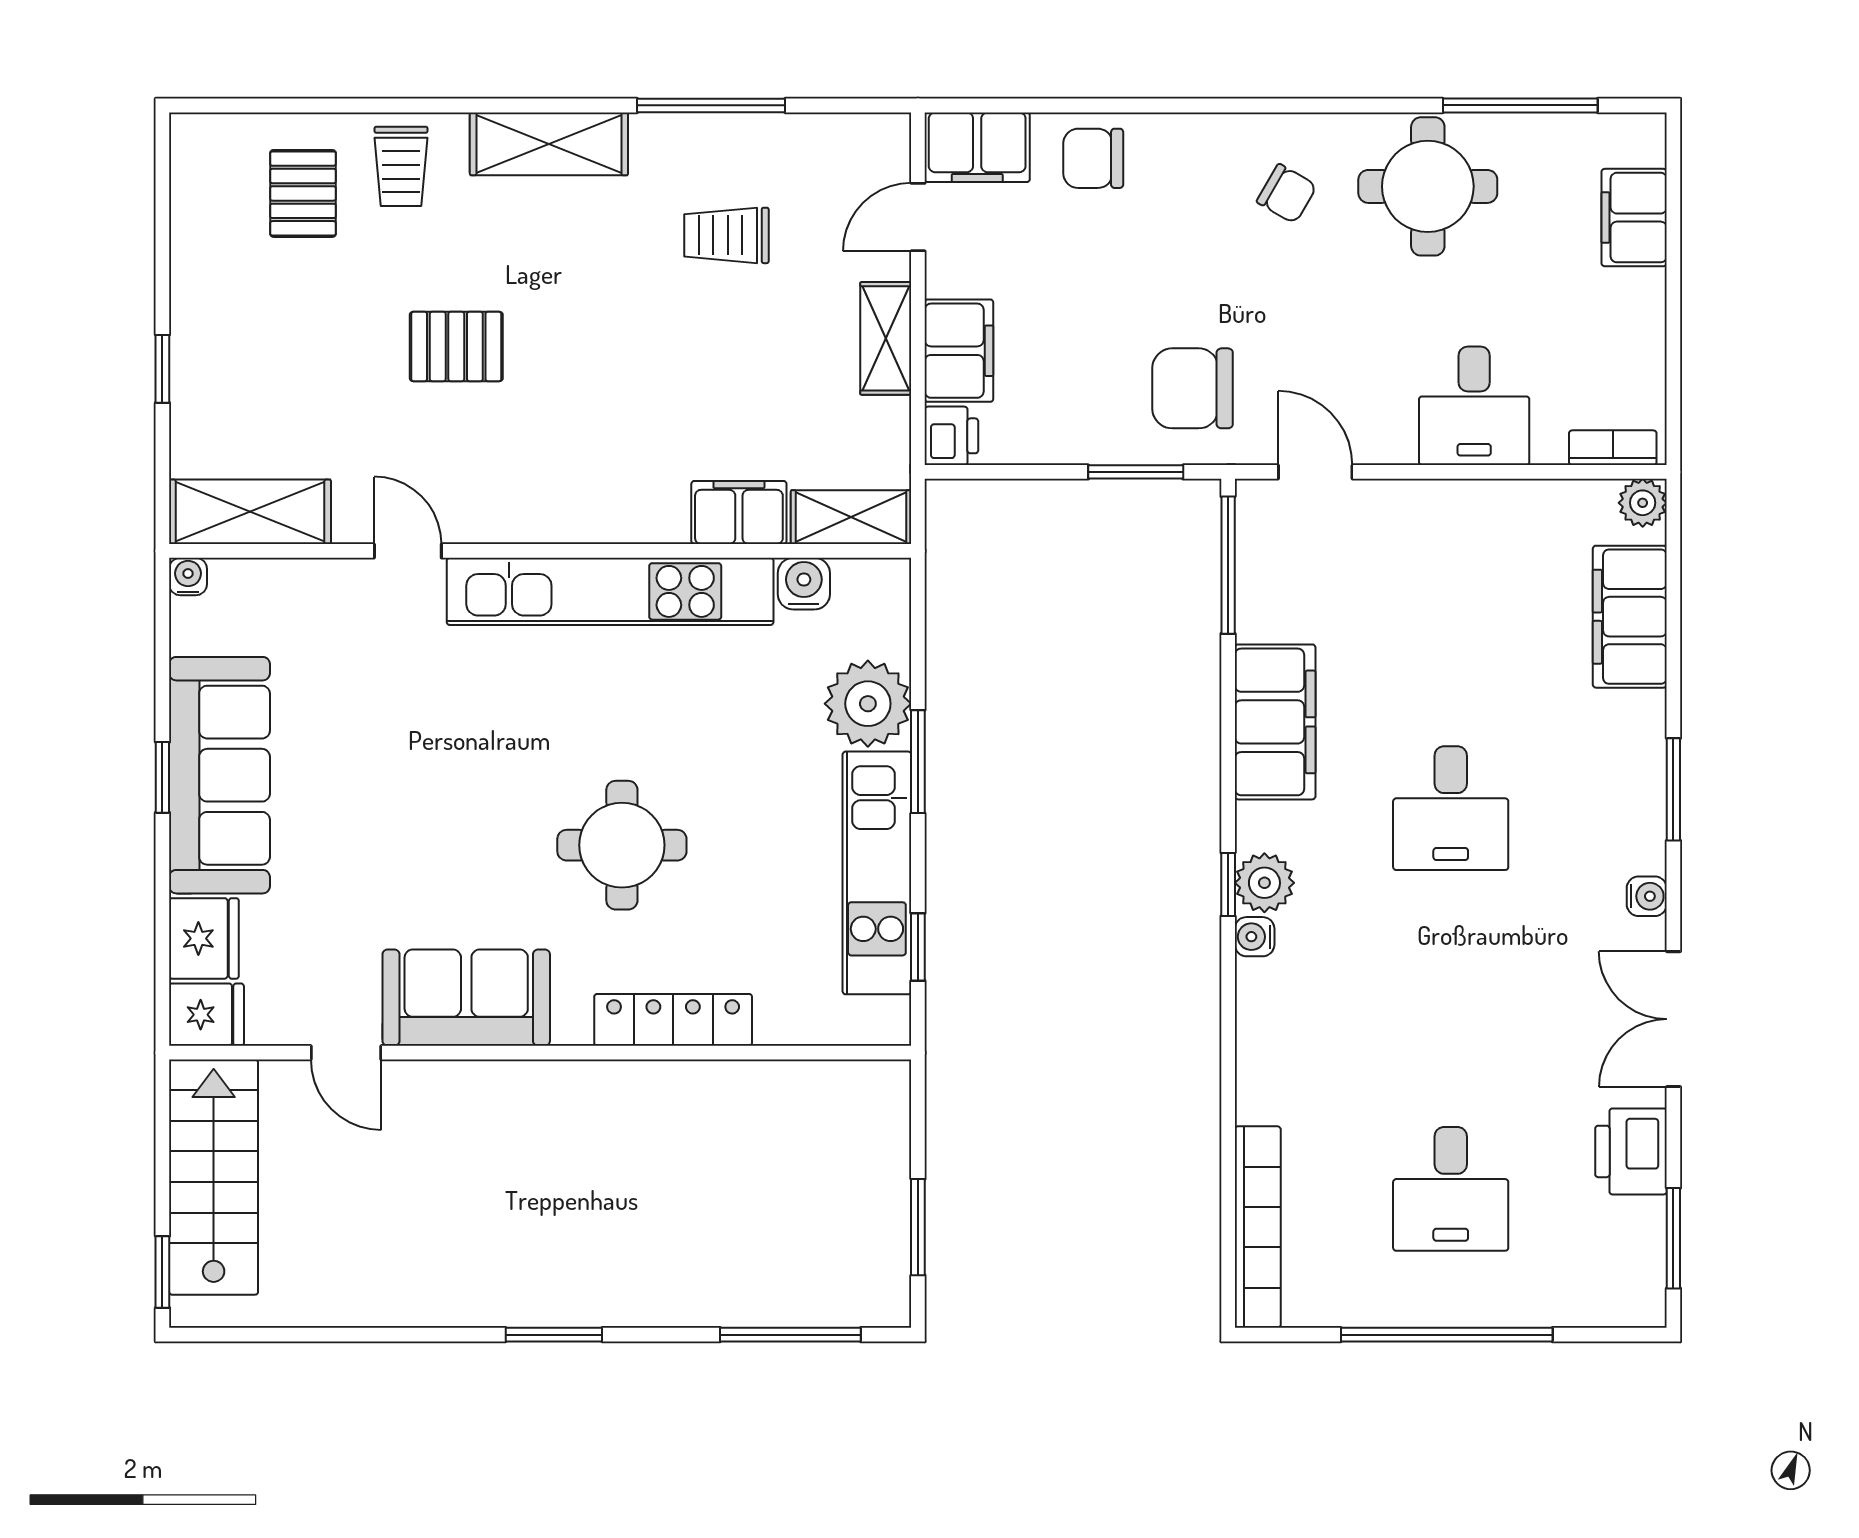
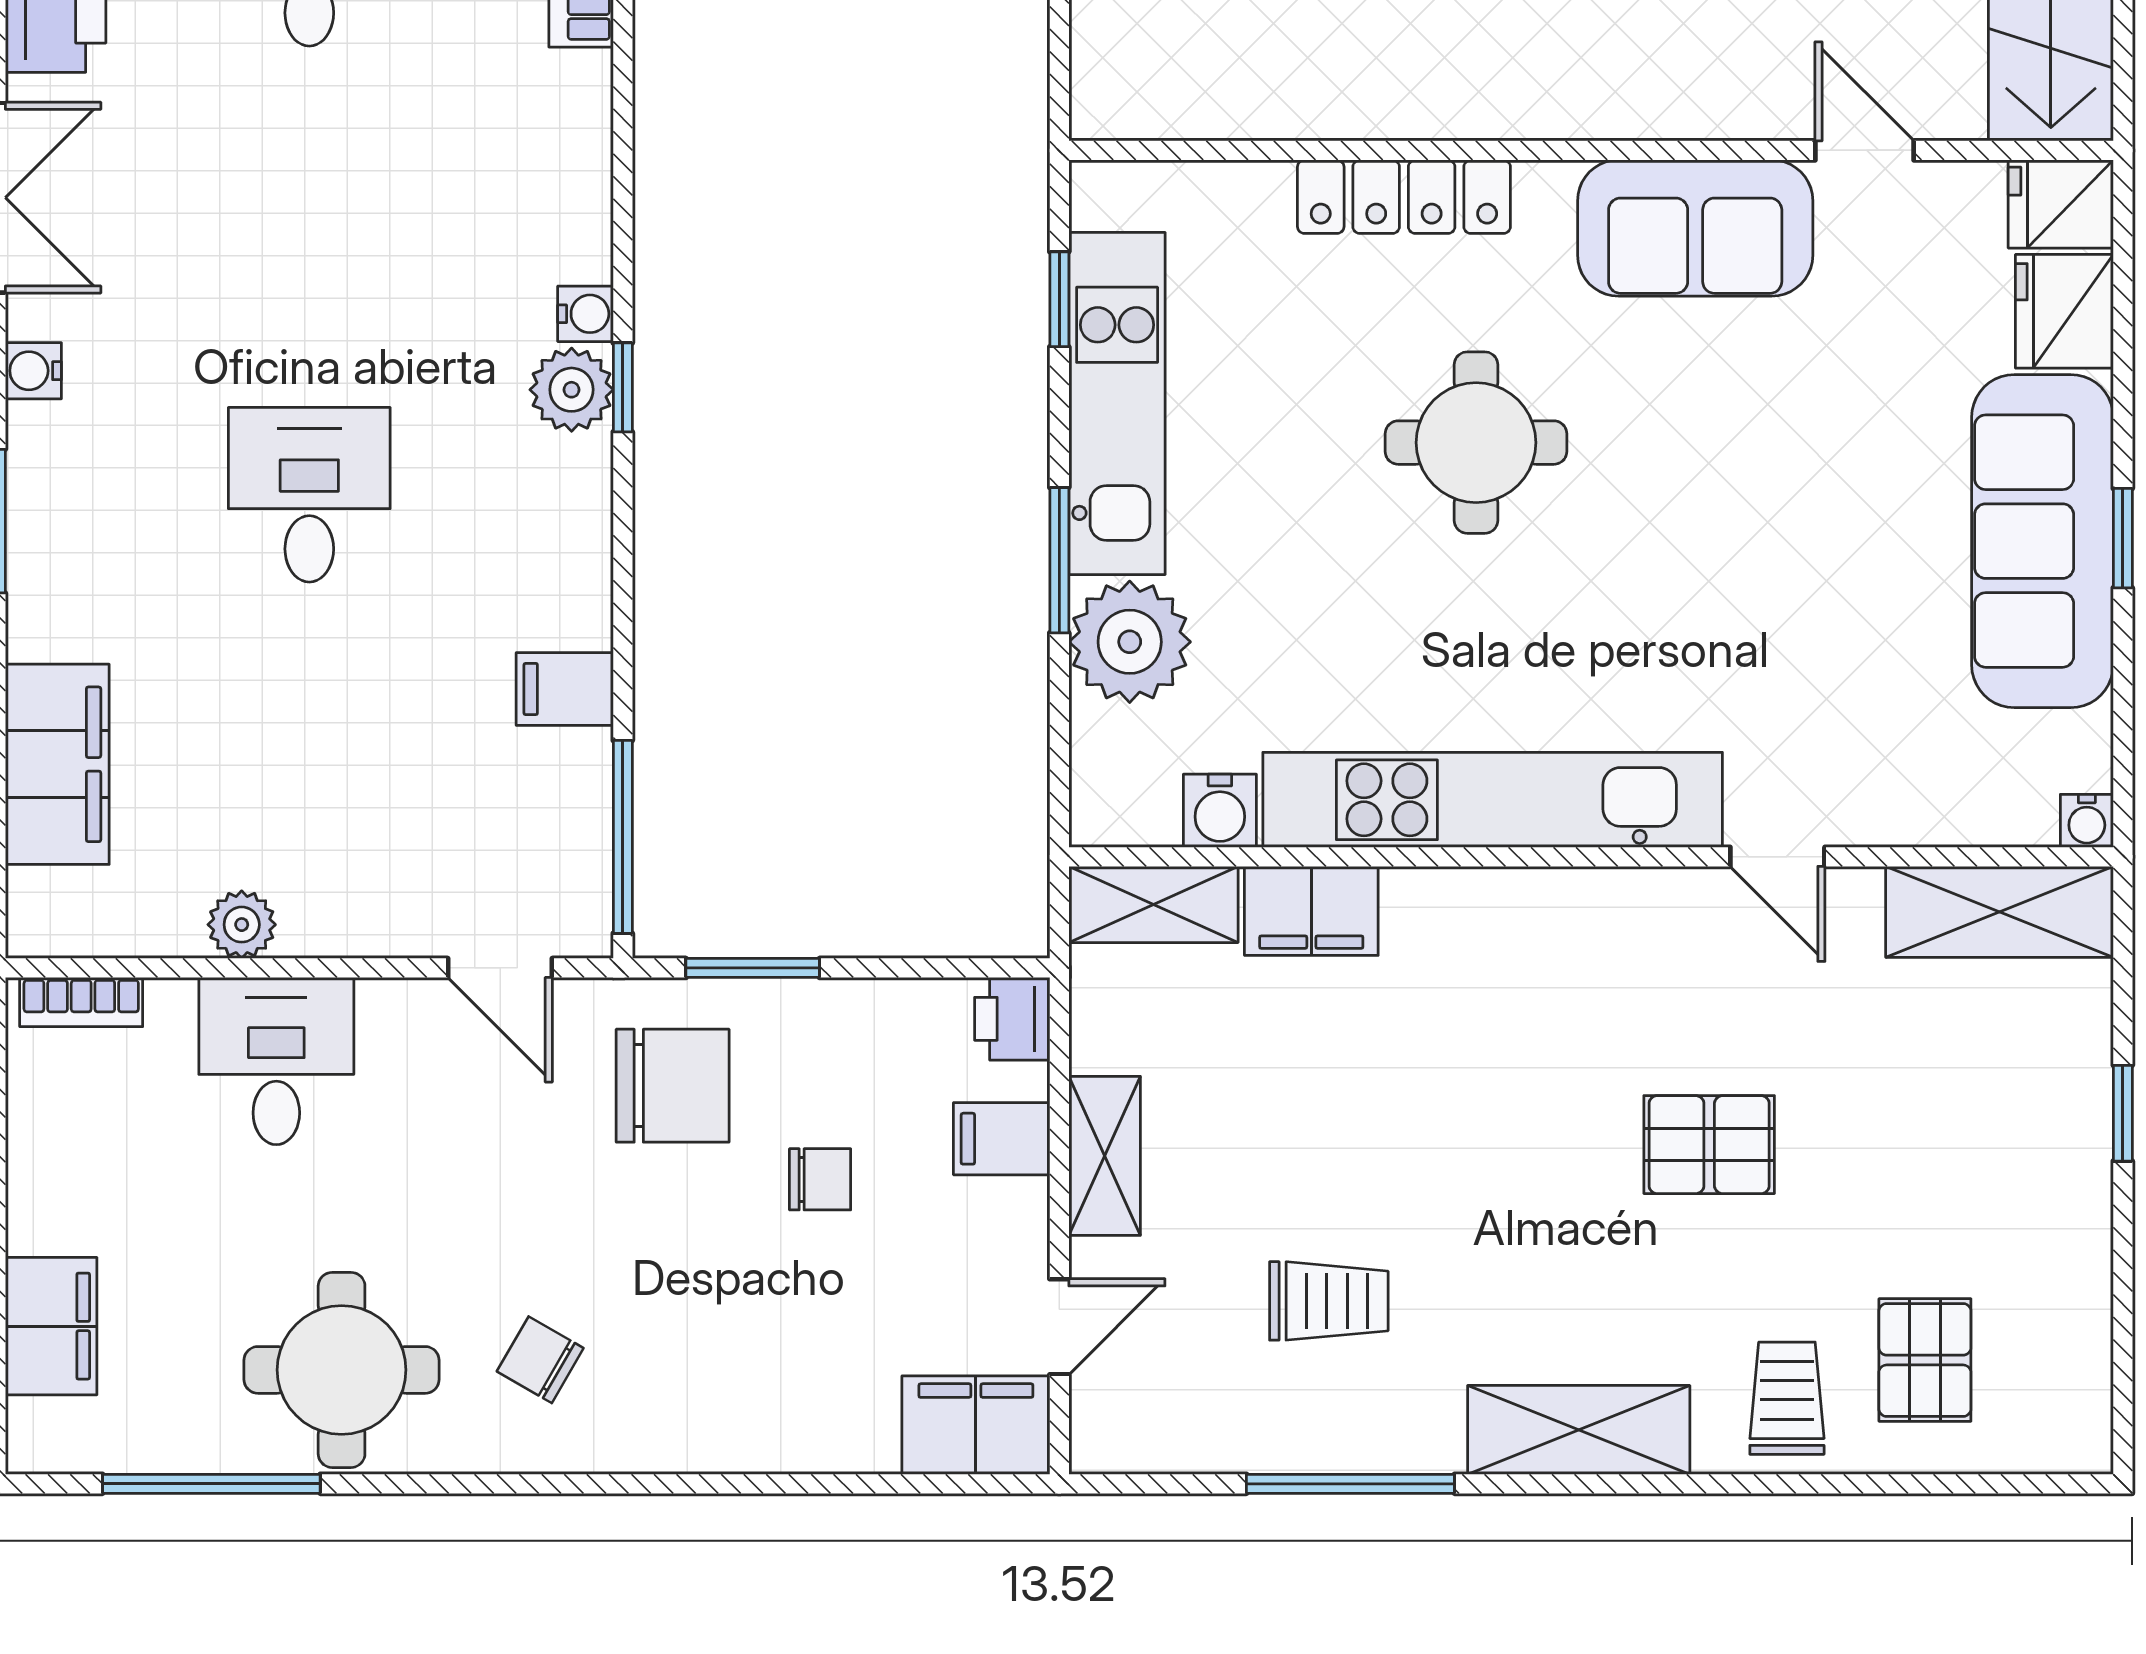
chair: (1093, 158) -> (820, 1179), moved, width x0.73, depth x0.73
filing cabinet: (959, 351) -> (1002, 1139), width x0.50
plant: (1643, 503) -> (242, 925), moved
filing cabinet: (1275, 722) -> (565, 689), width x0.33, depth x0.86

